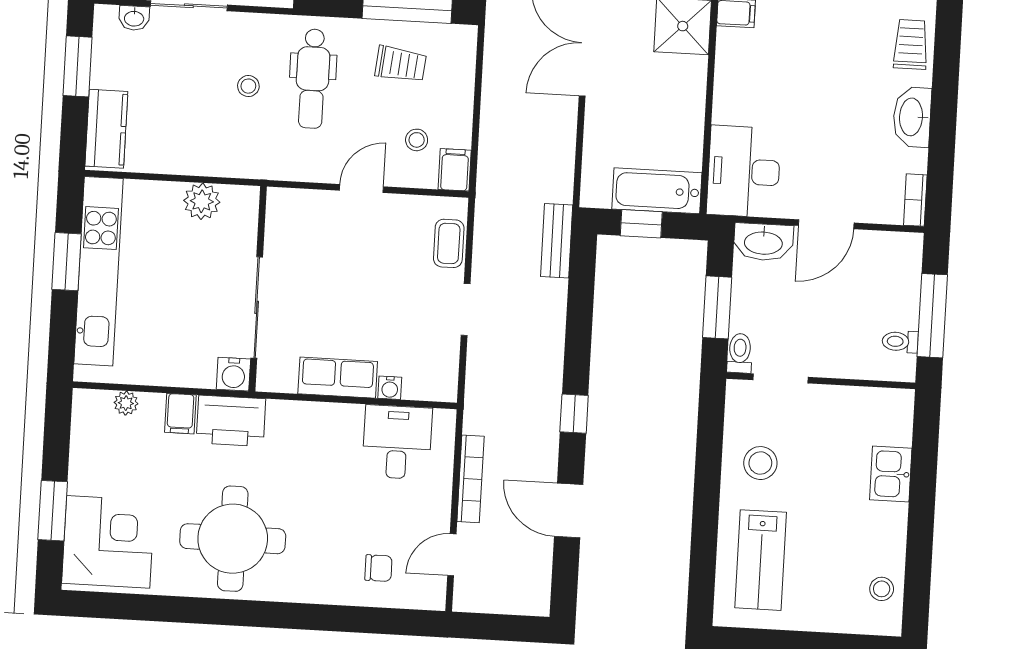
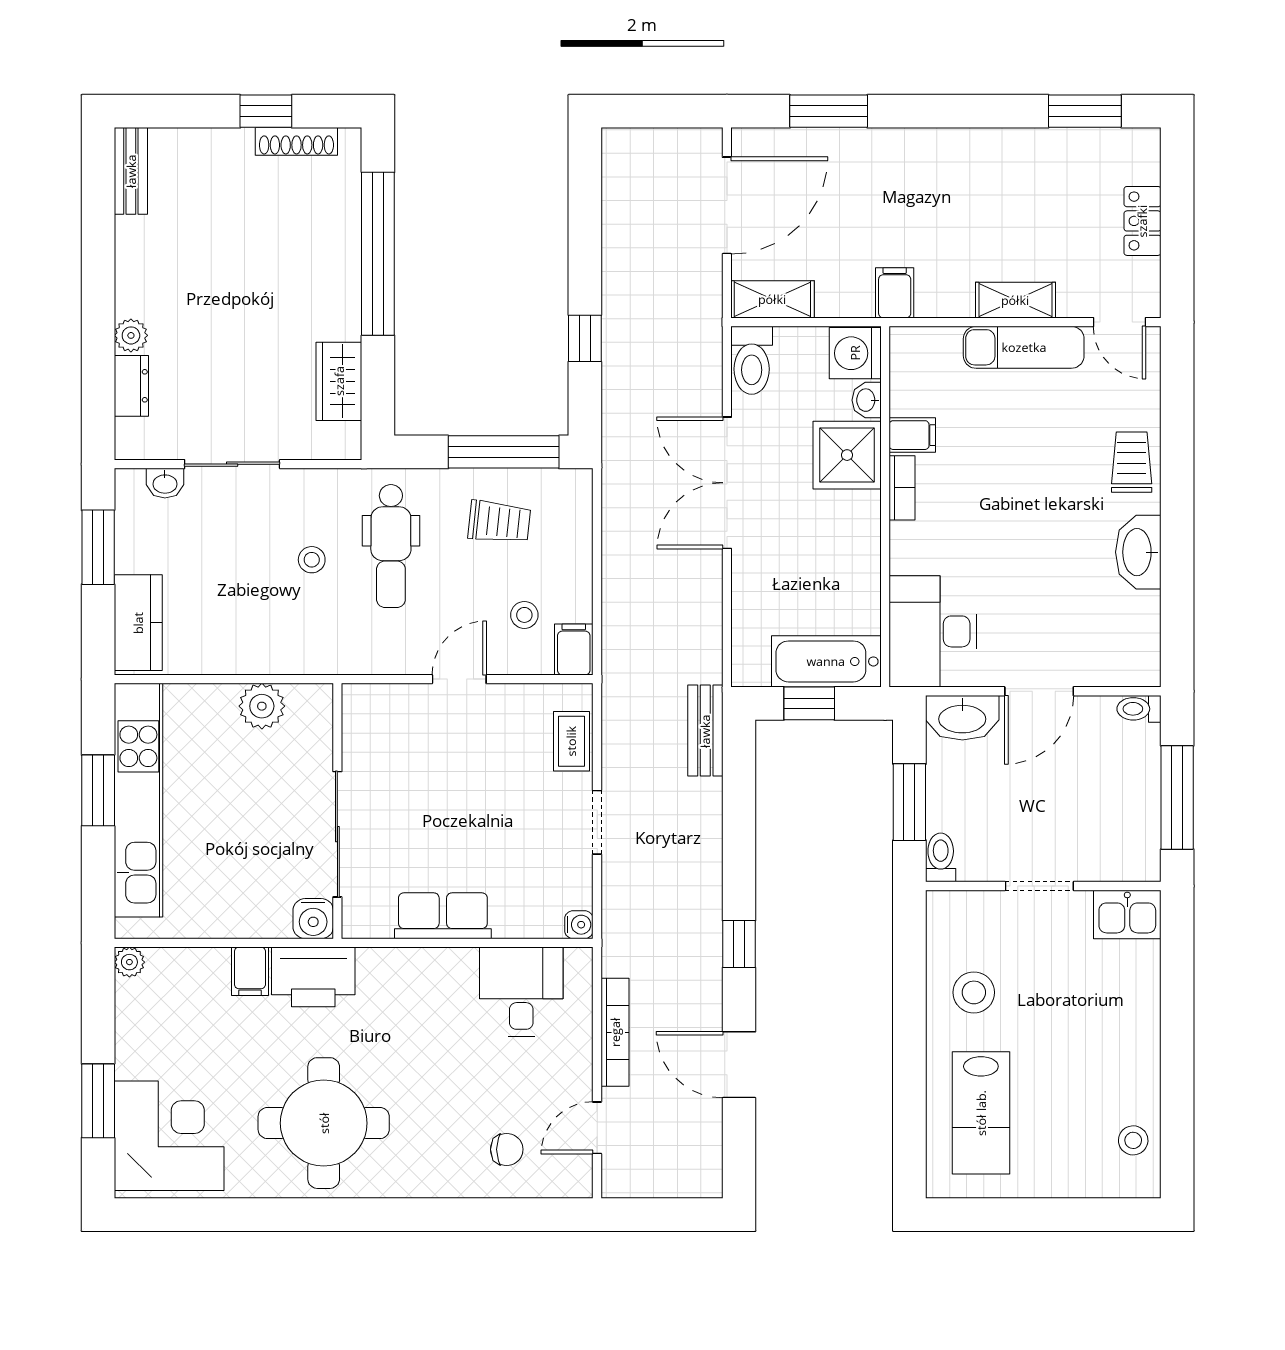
bookcase: (915, 200) -> (902, 488), moved, turned 180
toilet: (900, 342) -> (1139, 709), moved
doorway: (781, 378) -> (1039, 886), moved
water cooler: (390, 388) -> (579, 925), moved, turned -90
plant: (126, 403) -> (129, 962), moved
kitchen sink: (891, 474) -> (1127, 914), moved, turned -90

